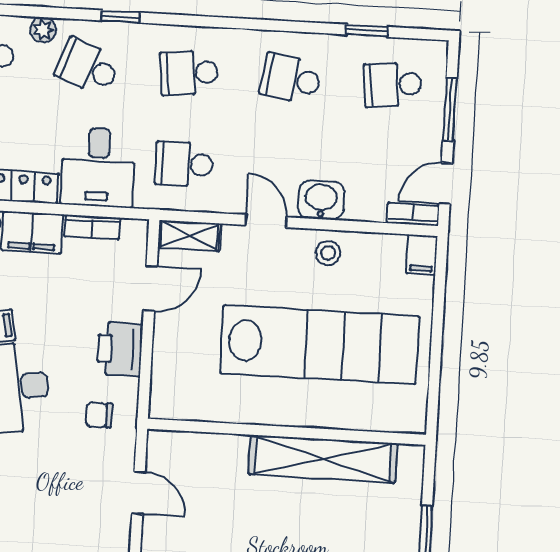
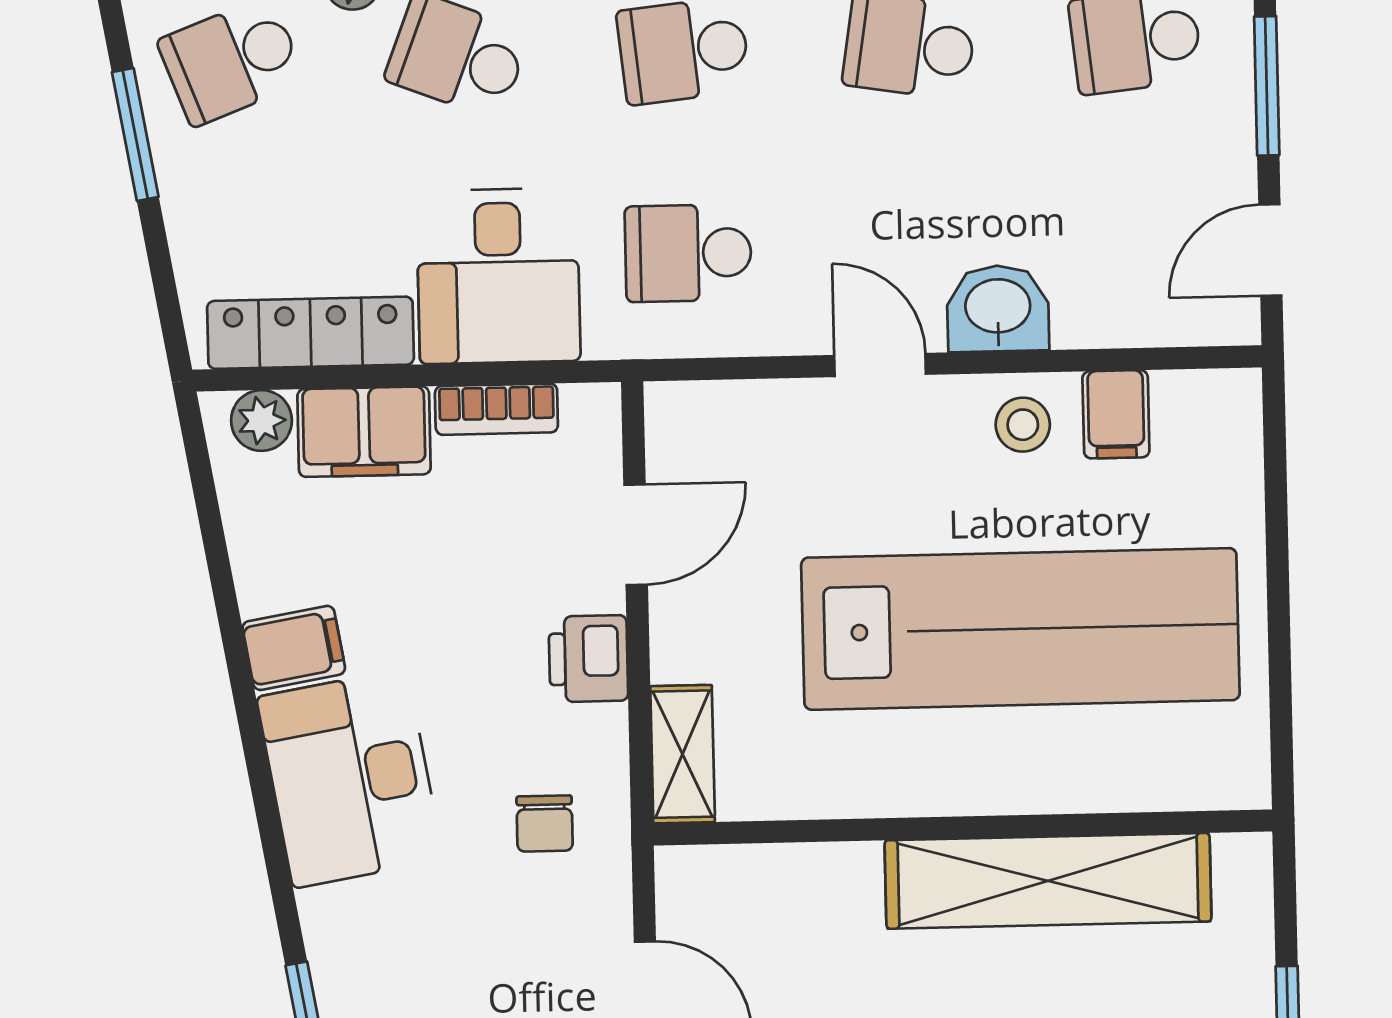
bookcase: (413, 214) -> (1204, 324), removed
shelving: (189, 236) -> (683, 754), moved, turned 90
filing cabinet: (422, 255) -> (1116, 414), moved
printer: (120, 349) -> (588, 659), width x0.73, depth x0.81
chair: (99, 415) -> (545, 823), turned -90

